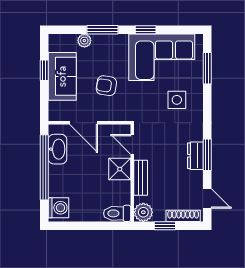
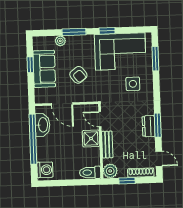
armchair: (106, 86) -> (78, 75), turned -137

